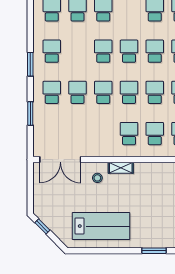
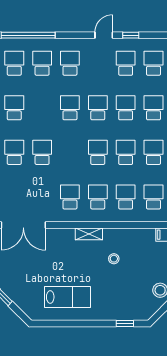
school desk: (103, 92) -> (70, 197), moved
stool: (97, 178) -> (114, 259), moved
lab bench: (101, 226) -> (68, 297), width x0.73, depth x0.72
window: (154, 251) -> (125, 324), width x0.67

